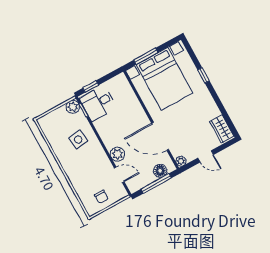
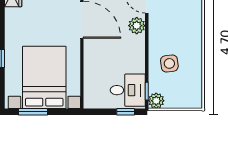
window: (146, 56) -> (33, 112), moved

